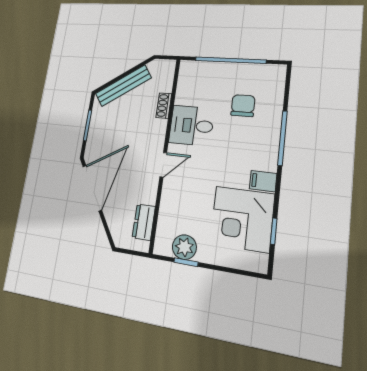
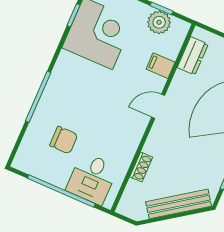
chair: (243, 106) -> (64, 140), turned -90
desk: (191, 126) -> (92, 178), moved, turned 90
filing cabinet: (263, 181) -> (161, 66), moved, turned 180

